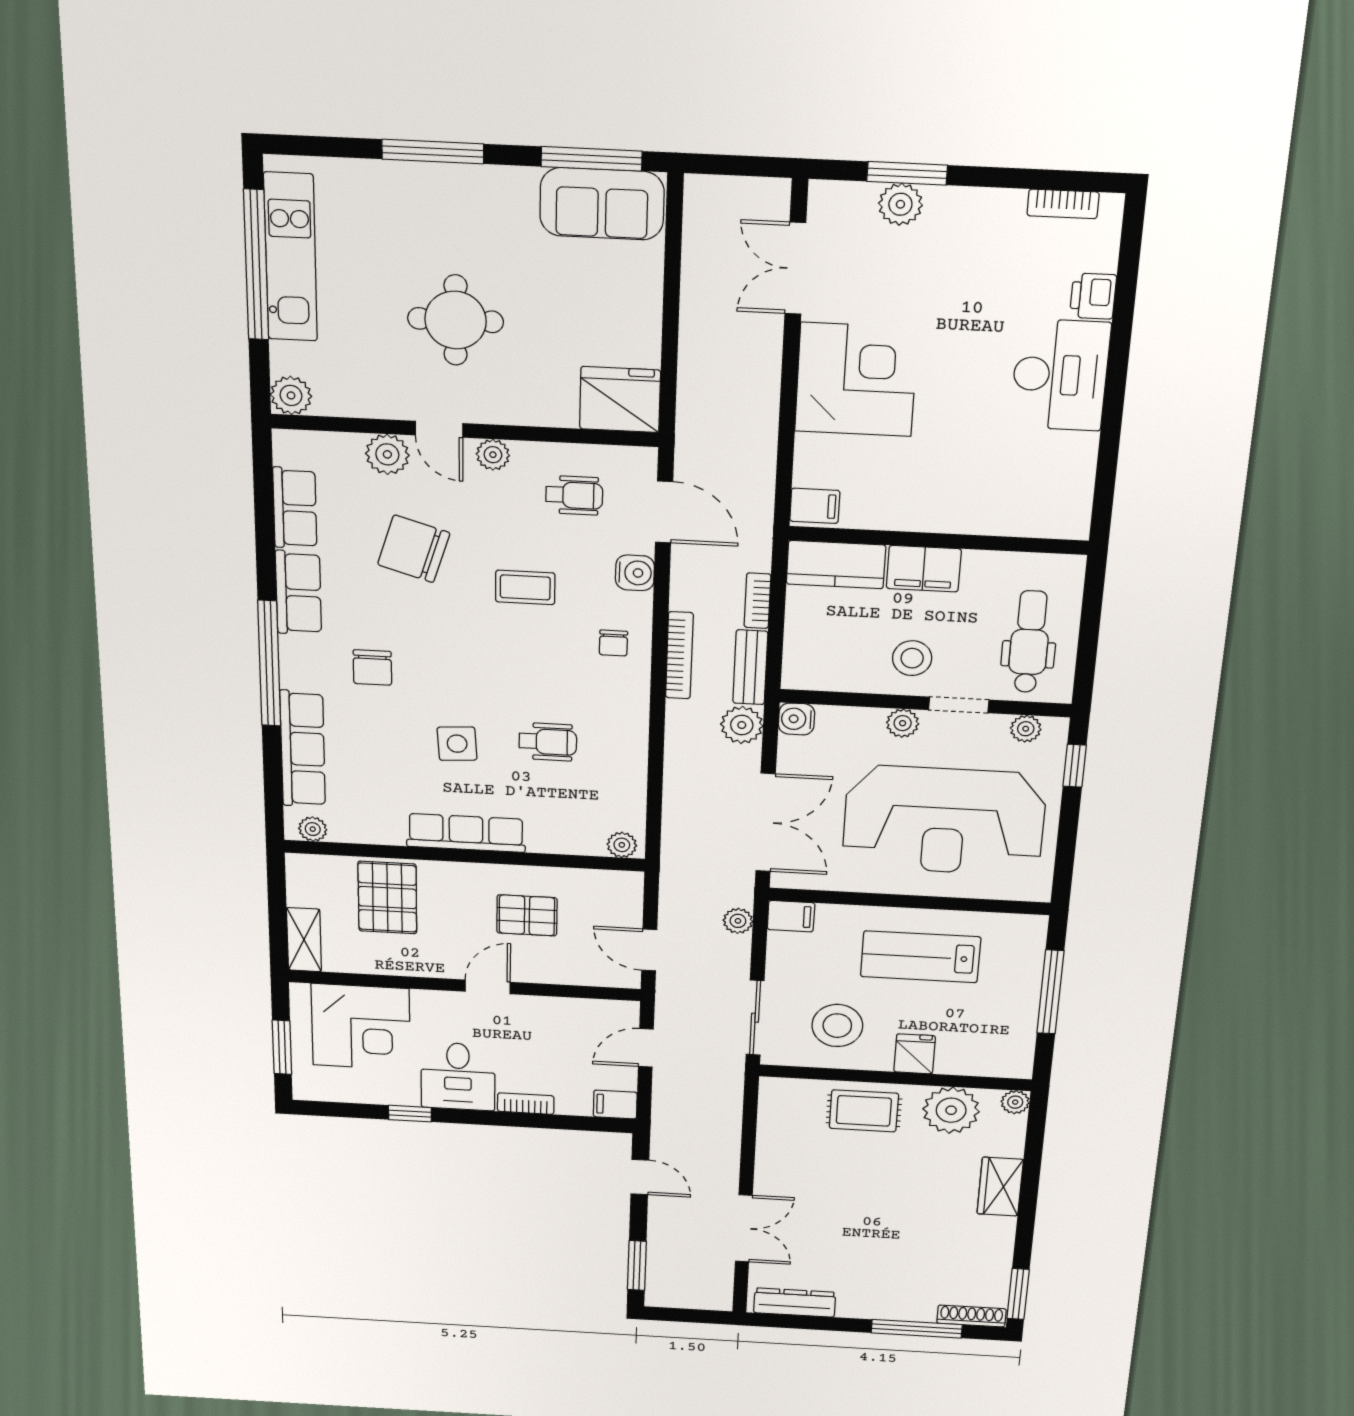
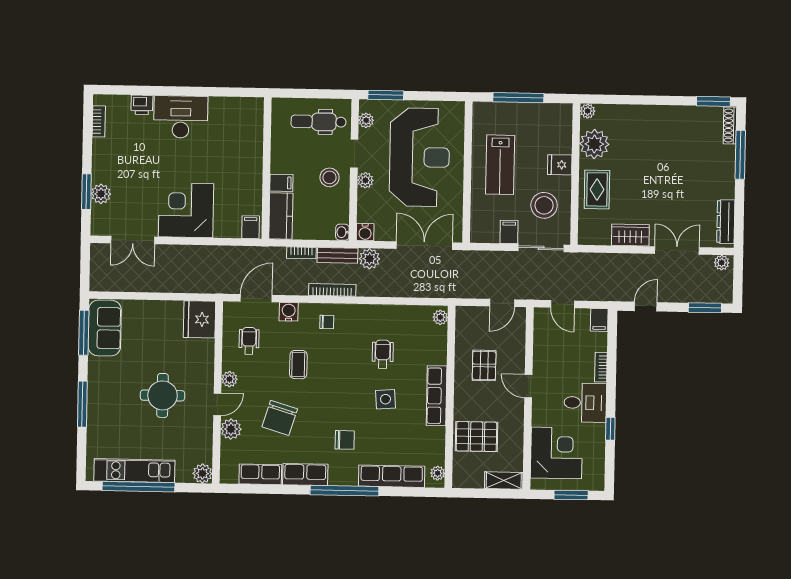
filing cabinet: (924, 569) -> (281, 183), width x0.50
washbasin: (798, 678) -> (342, 232), added
window: (1075, 766) -> (386, 95), width x1.50
filing cabinet: (791, 916) -> (509, 232), moved
plant: (738, 921) -> (722, 263), moved
wardrobe: (1000, 1187) -> (630, 235), moved, turned 180

